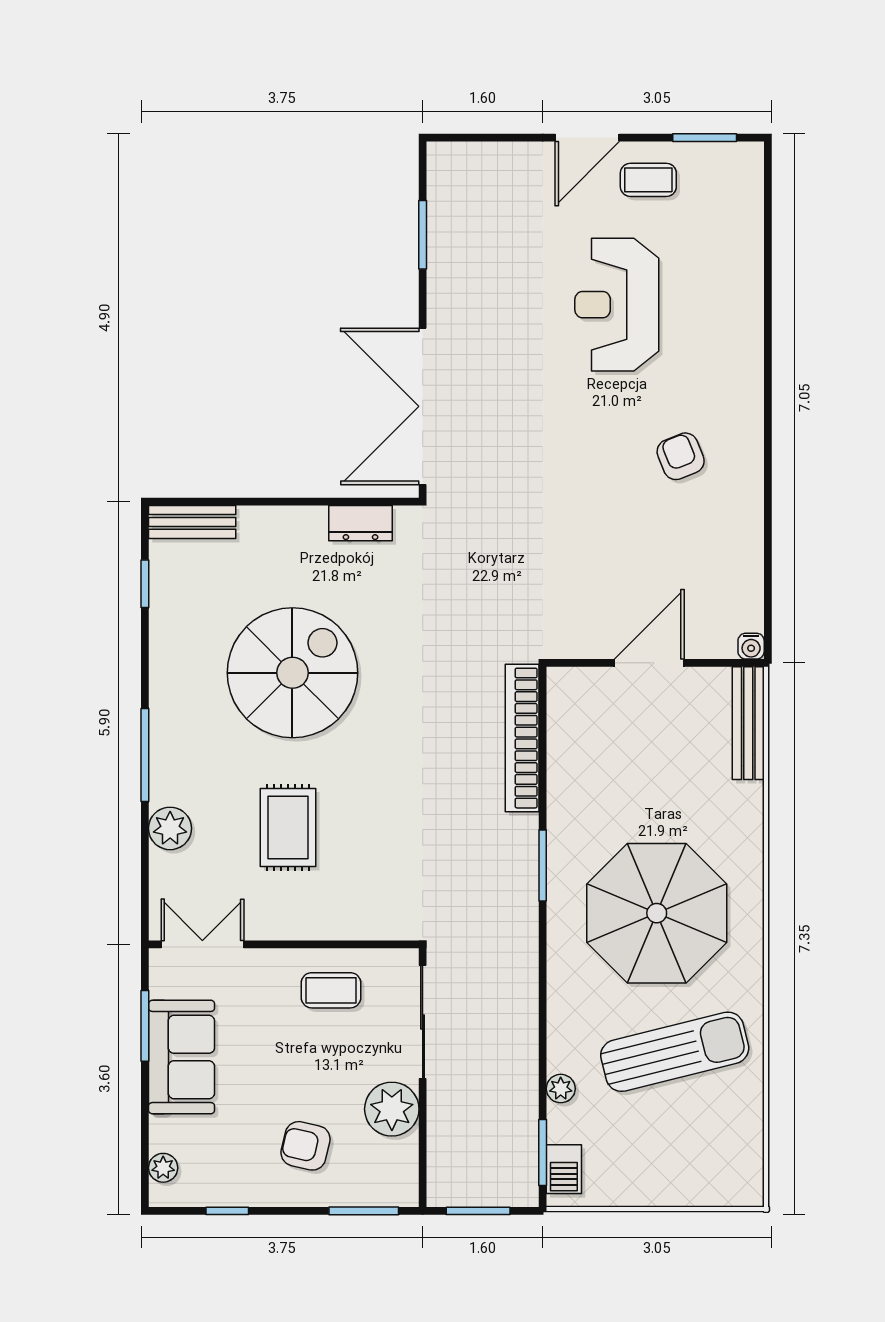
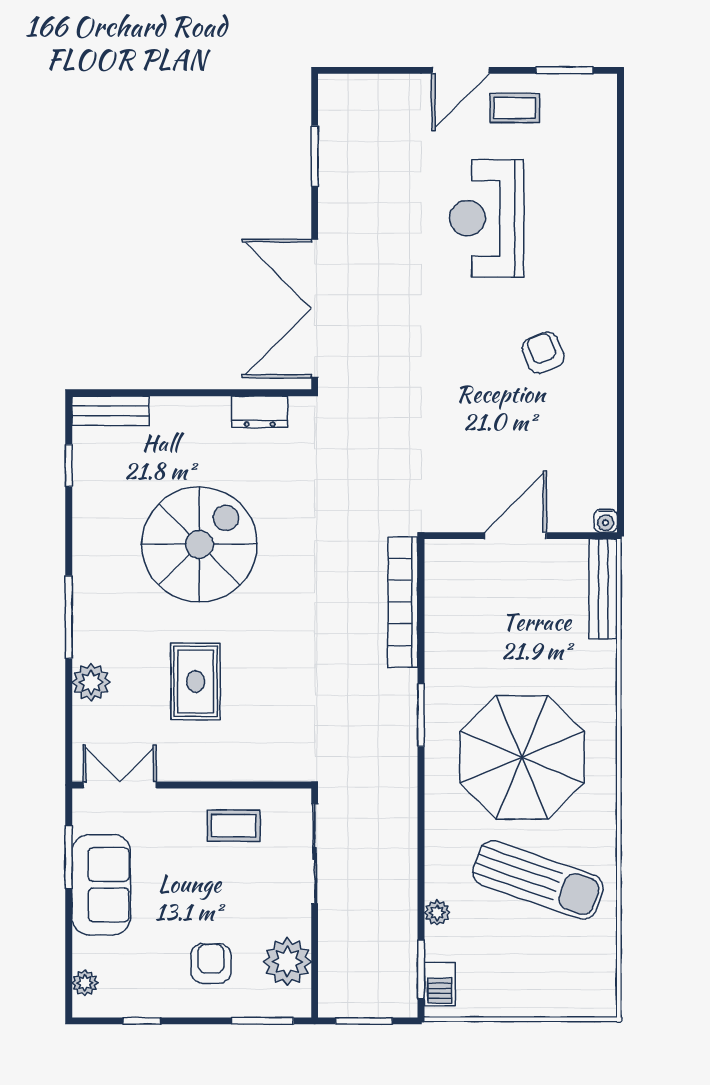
sun lounger: (675, 1052) -> (538, 880), turned 33
plant: (392, 1109) -> (287, 962), moved
armchair: (305, 1146) -> (211, 963), turned 77

